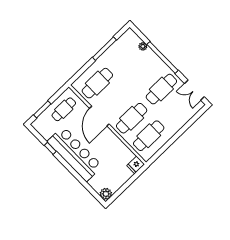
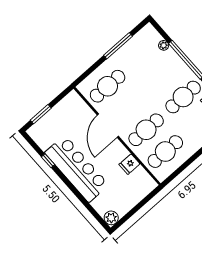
cafe table: (64, 109) -> (66, 115), removed
fridge: (136, 165) -> (129, 164), moved

